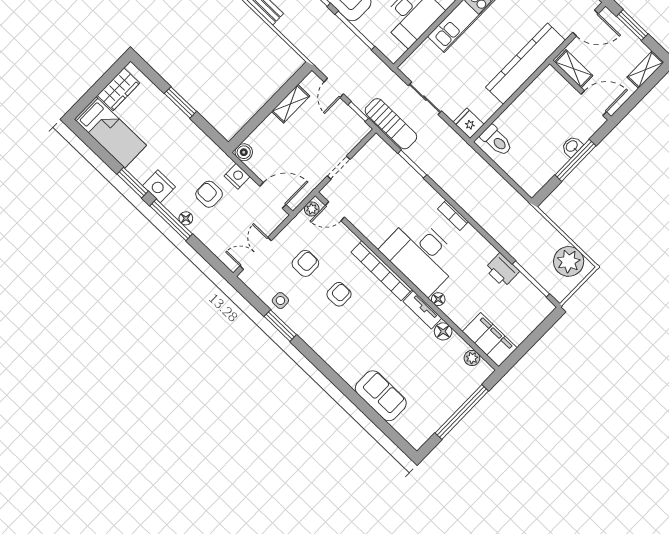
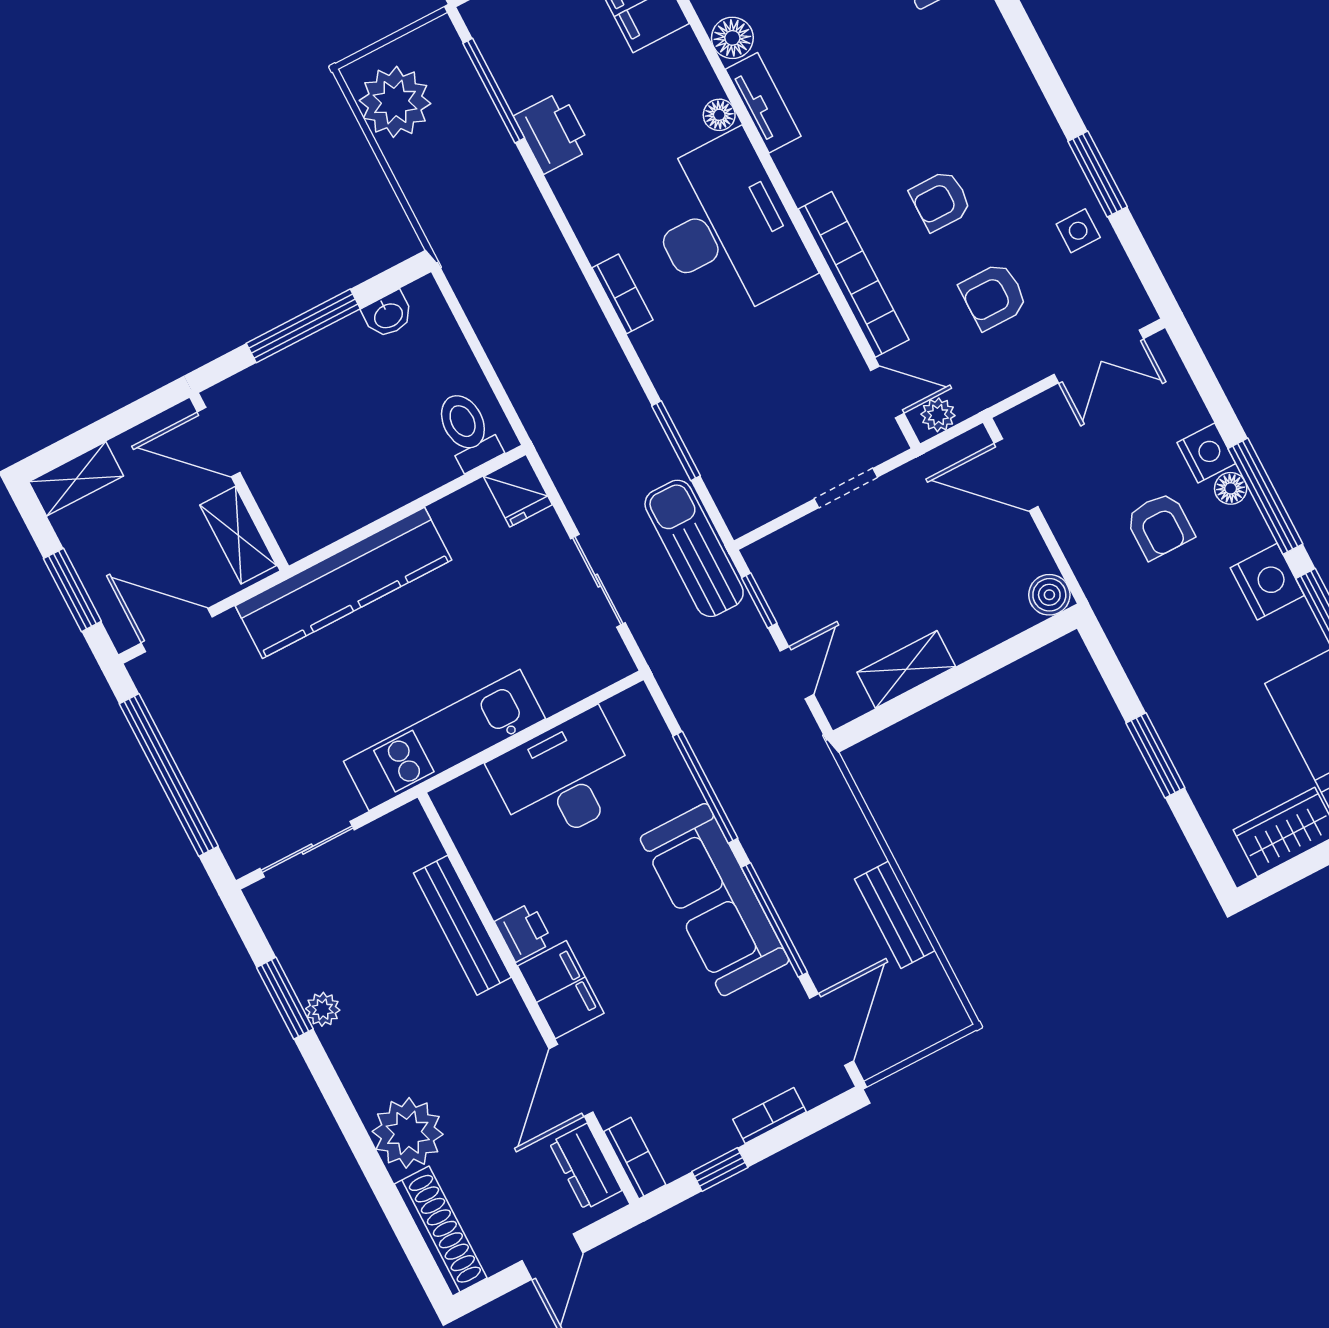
washbasin: (572, 146) -> (388, 315), moved
nightstand: (237, 176) -> (1206, 453), moved, turned 180
bookcase: (382, 271) -> (854, 274), moved

